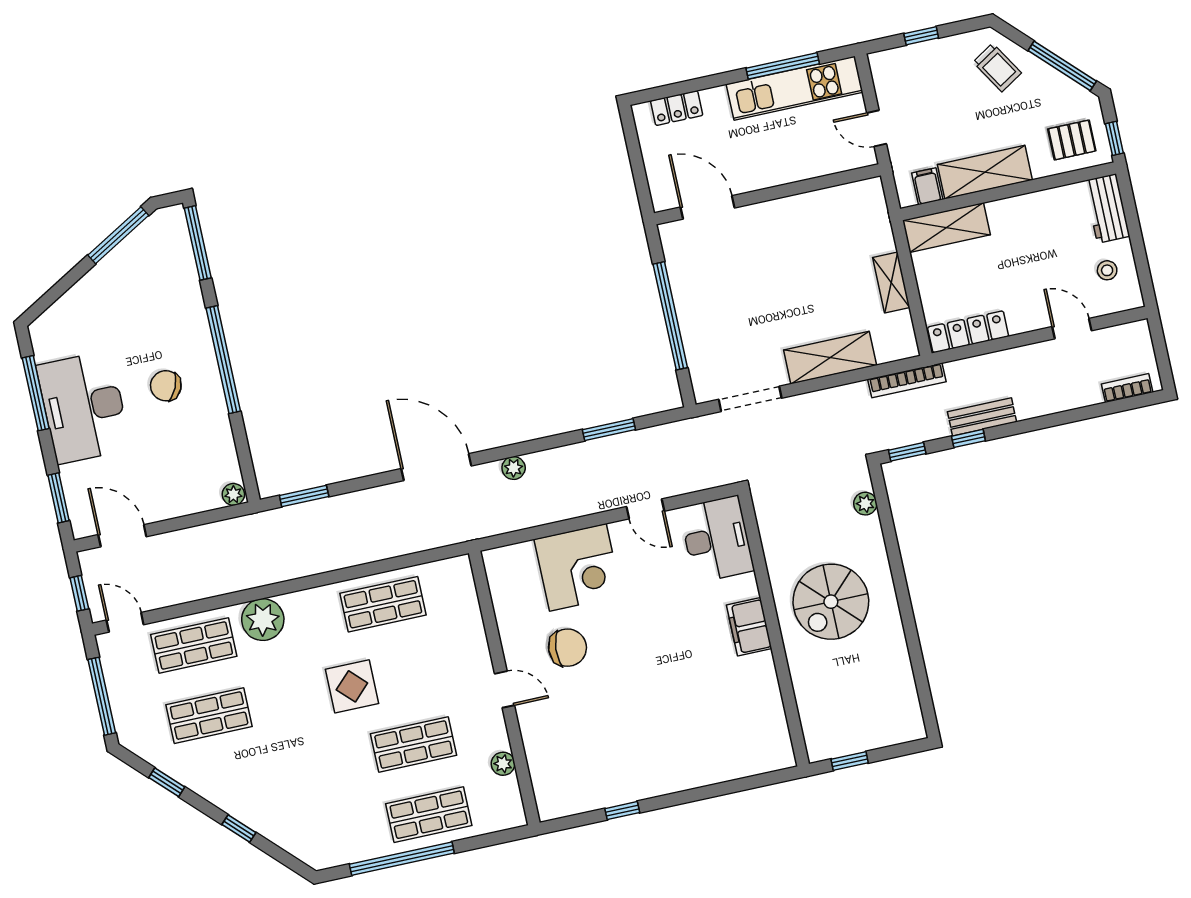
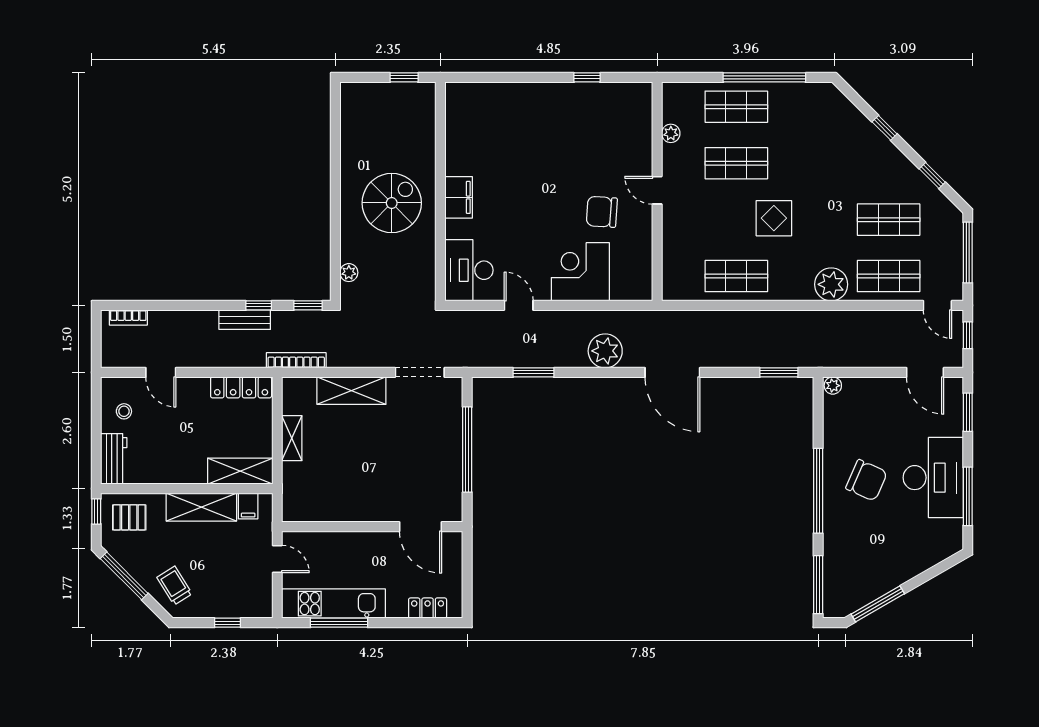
chair: (166, 386) -> (867, 480), width x1.37, depth x1.37
plant: (514, 468) -> (605, 351), width x1.87, depth x1.87

